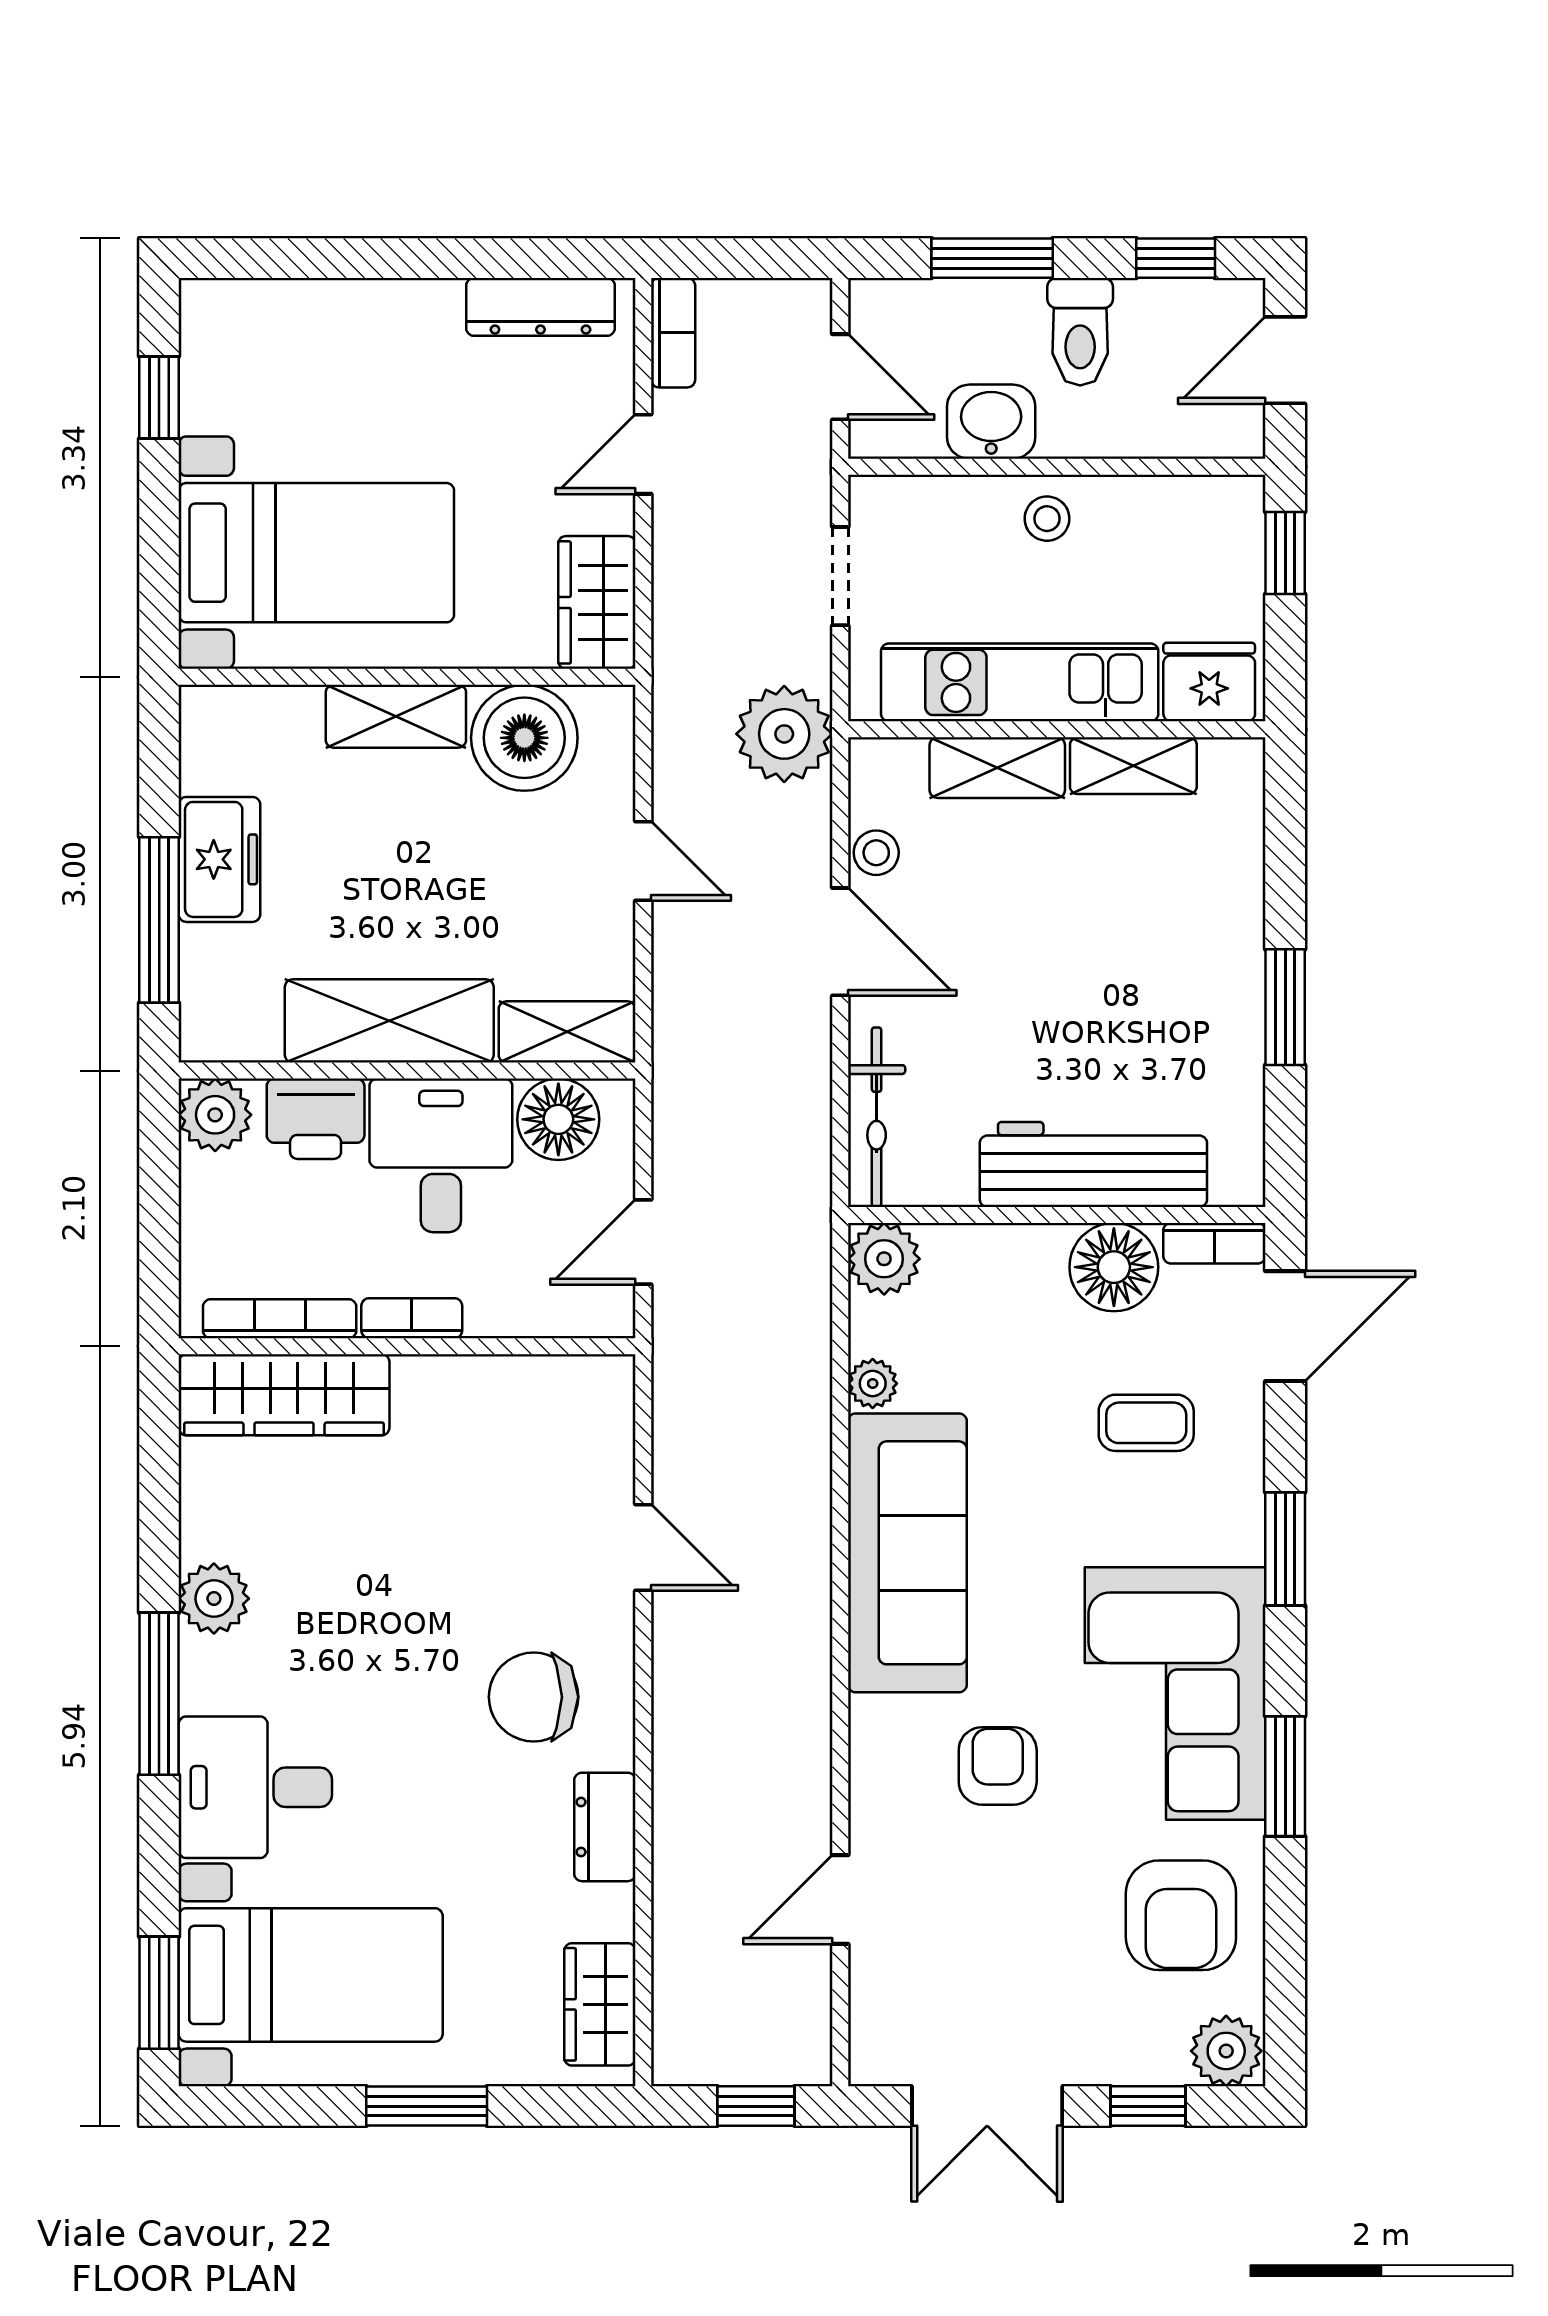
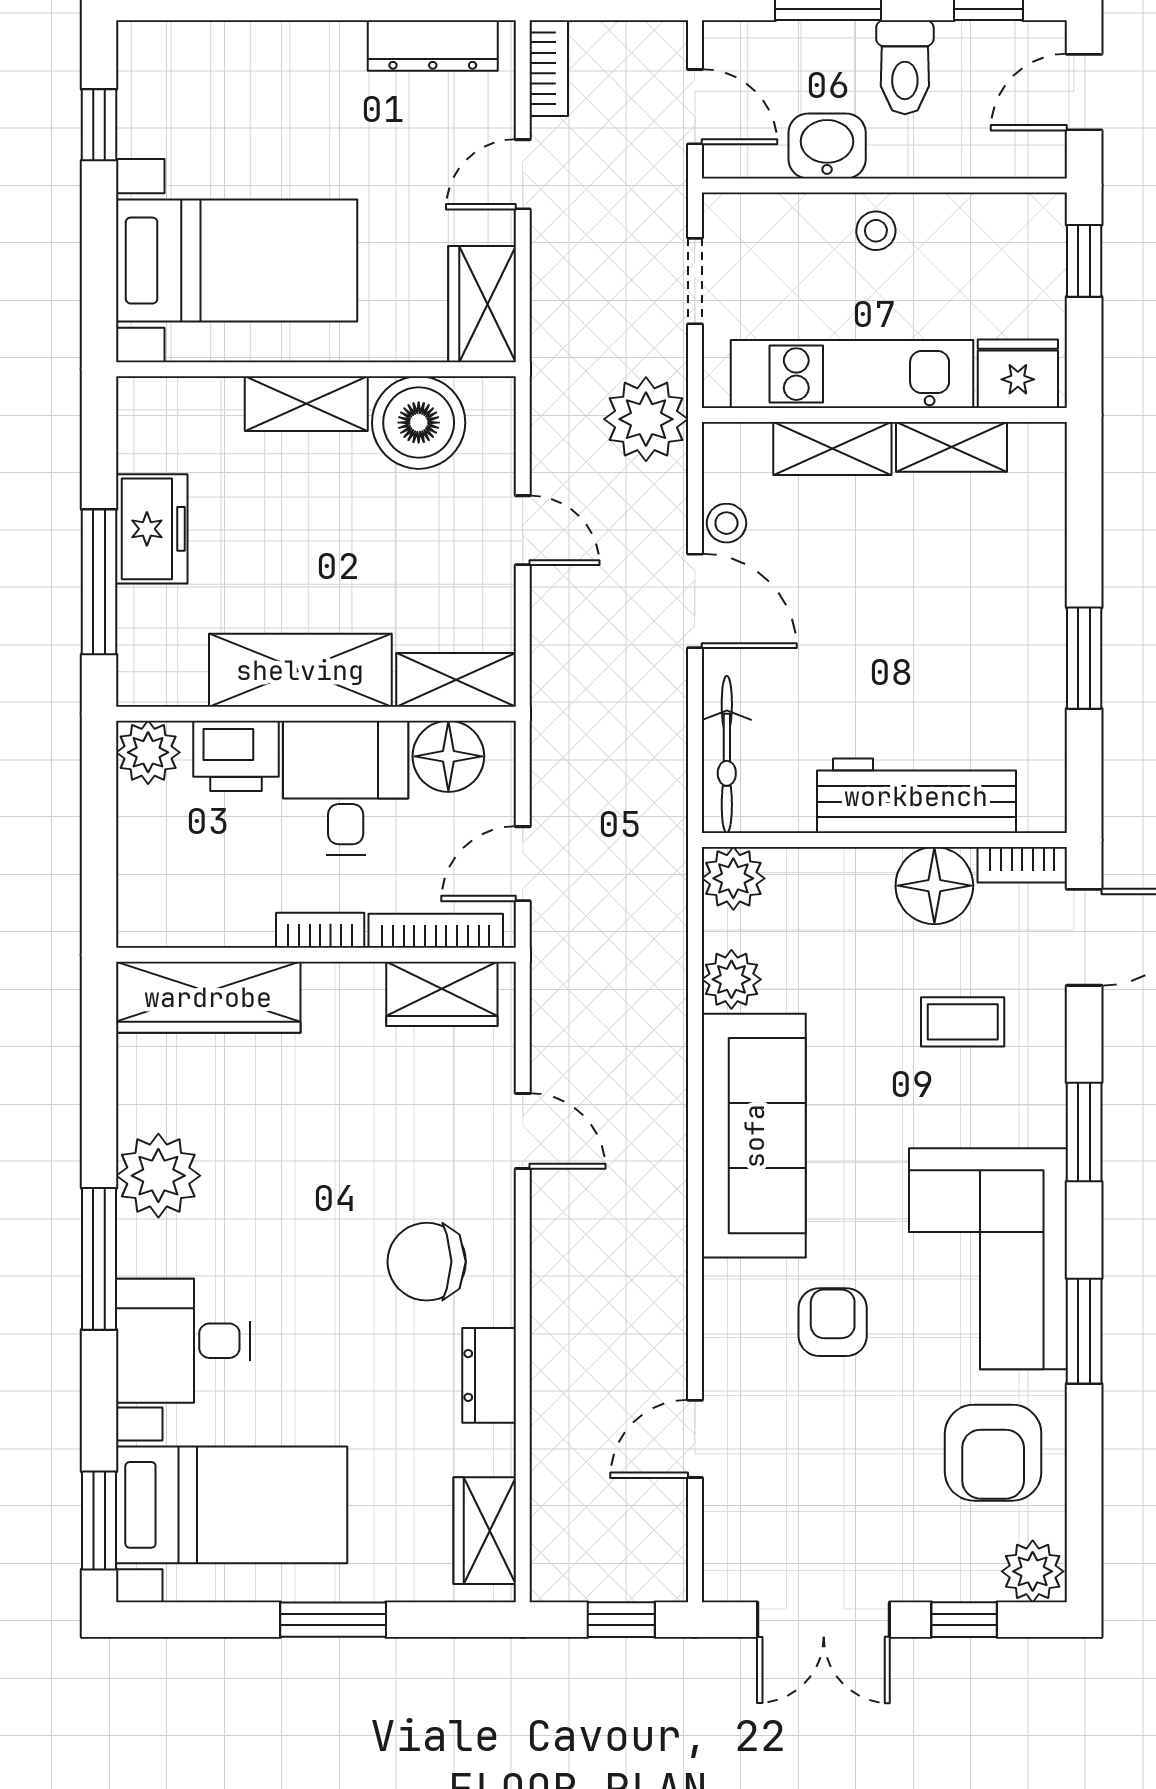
bookcase: (280, 1319) -> (436, 931), moved
plant: (873, 1383) -> (731, 979), width x1.38, depth x1.38
wardrobe: (551, 1391) -> (442, 994), added
plant: (214, 1599) -> (158, 1176), width x1.36, depth x1.36

